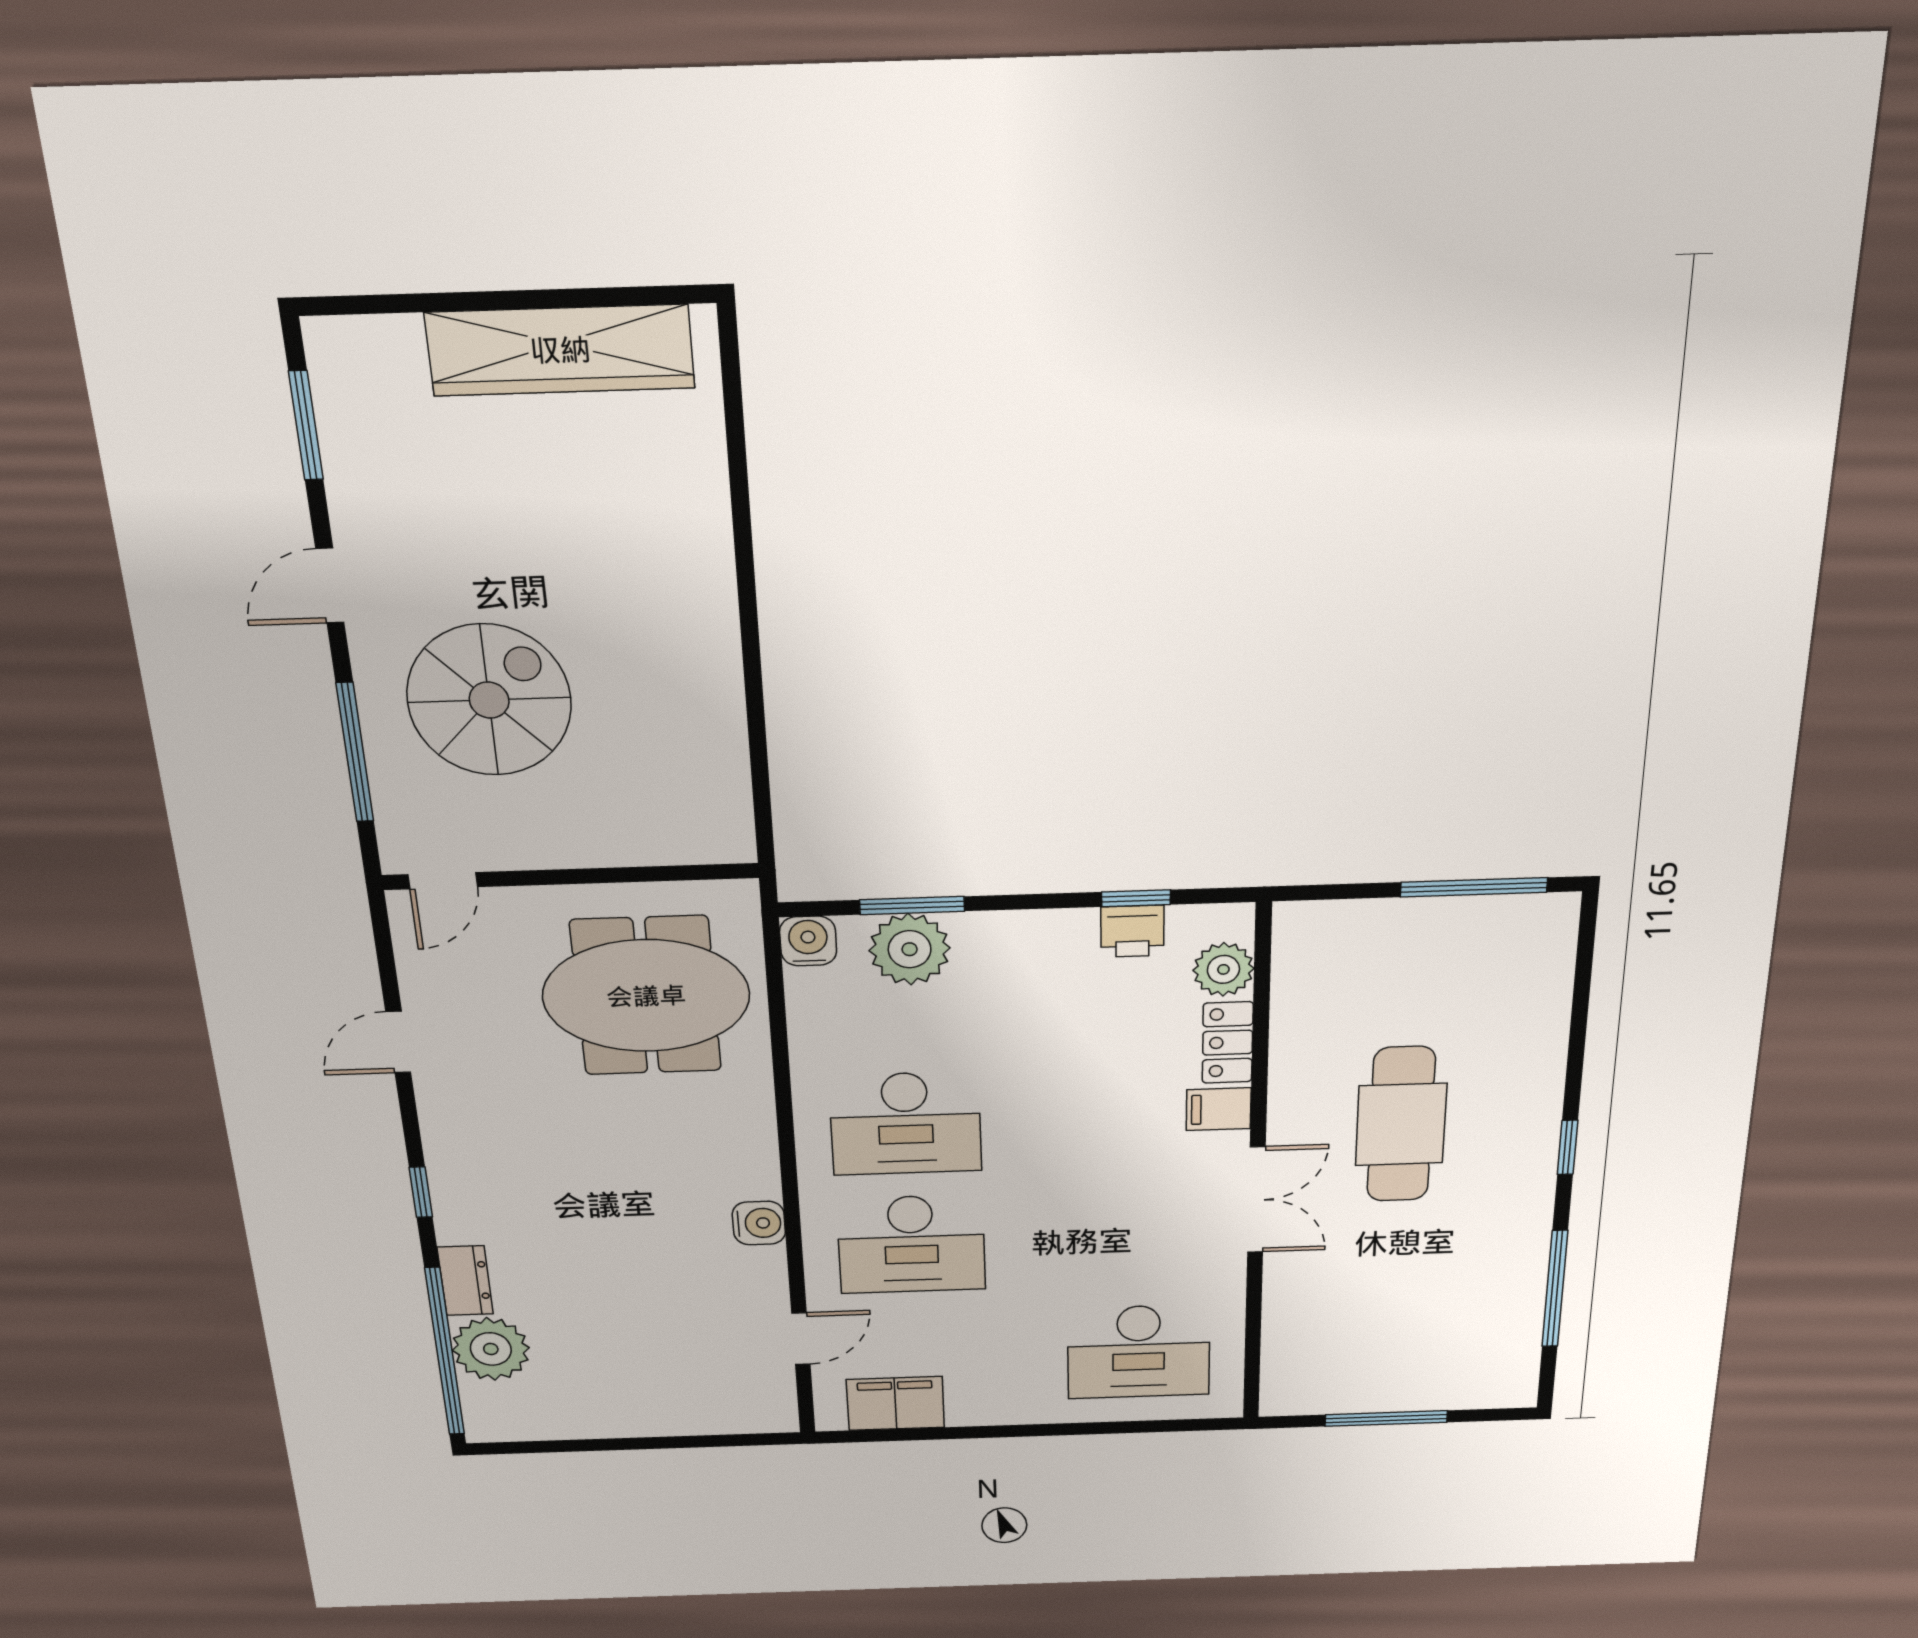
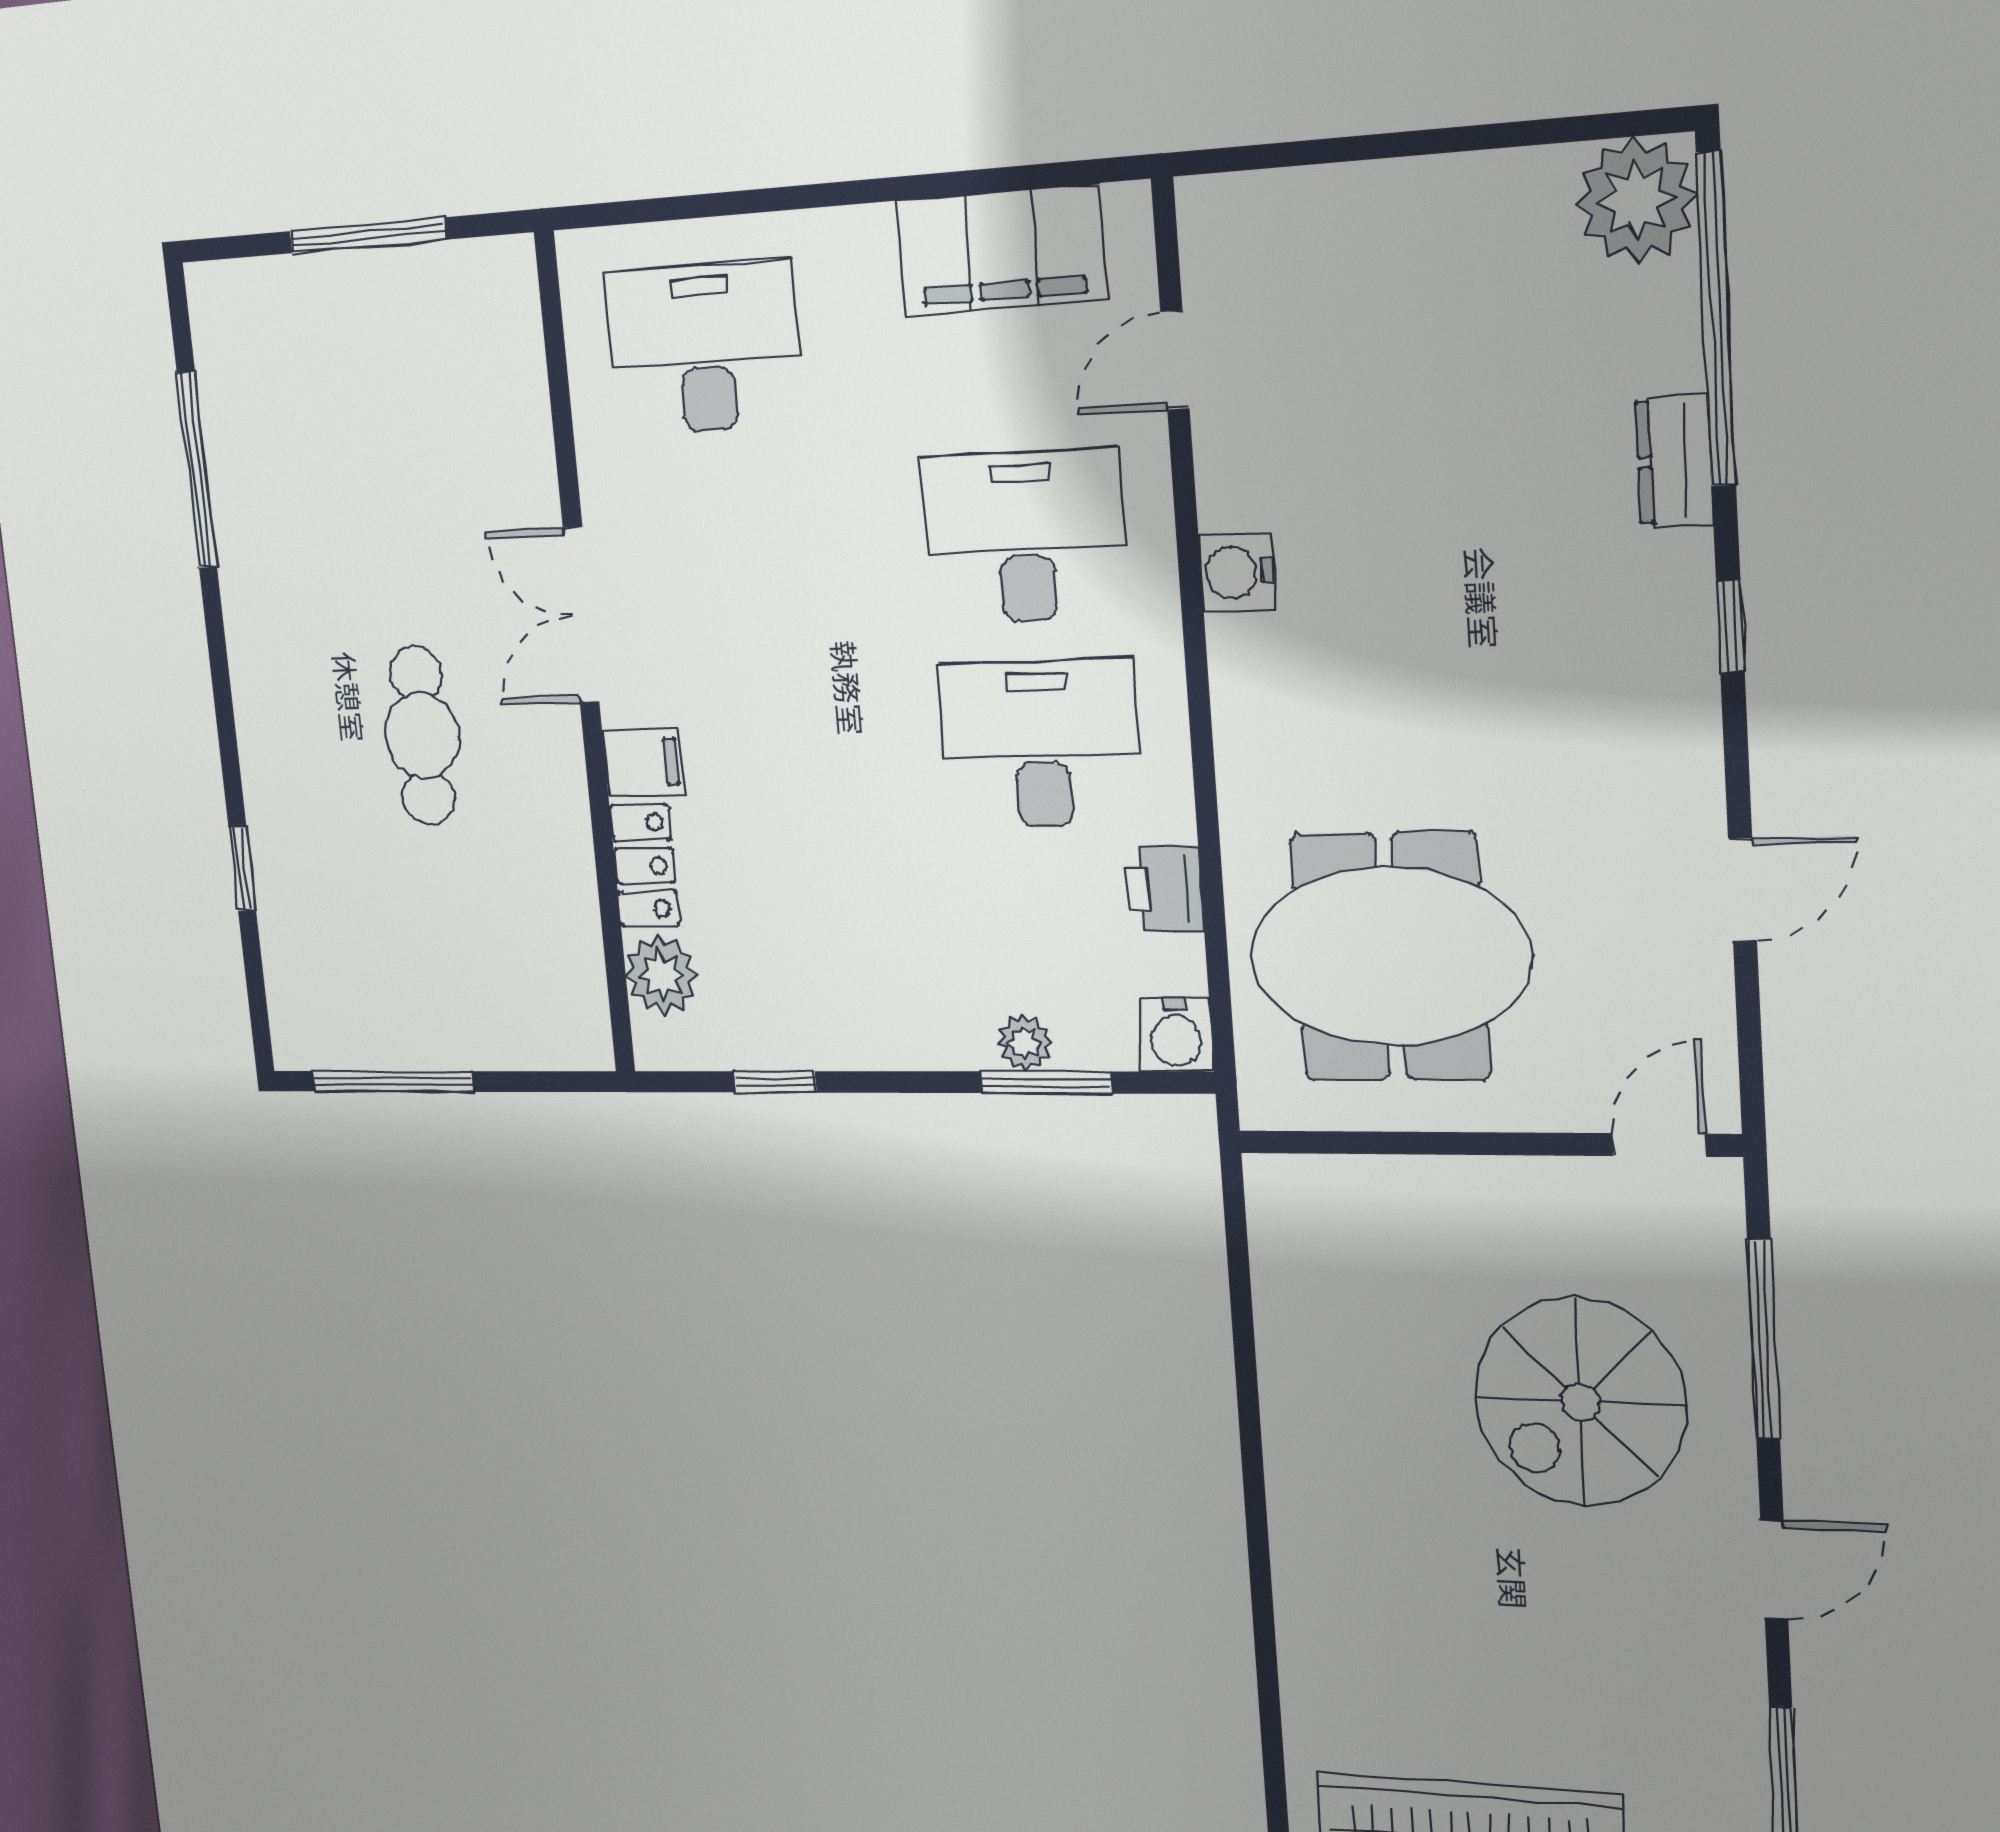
printer: (1132, 931) -> (1164, 889), moved, turned -90
plant: (910, 949) -> (1025, 1043), width x0.53, depth x0.53
cafe table: (1401, 1125) -> (422, 736), width x0.73, depth x0.74
window: (1568, 1147) -> (242, 869), moved
plant: (491, 1349) -> (1636, 200), moved
filing cabinet: (896, 1403) -> (1002, 250), width x1.50, depth x1.17

